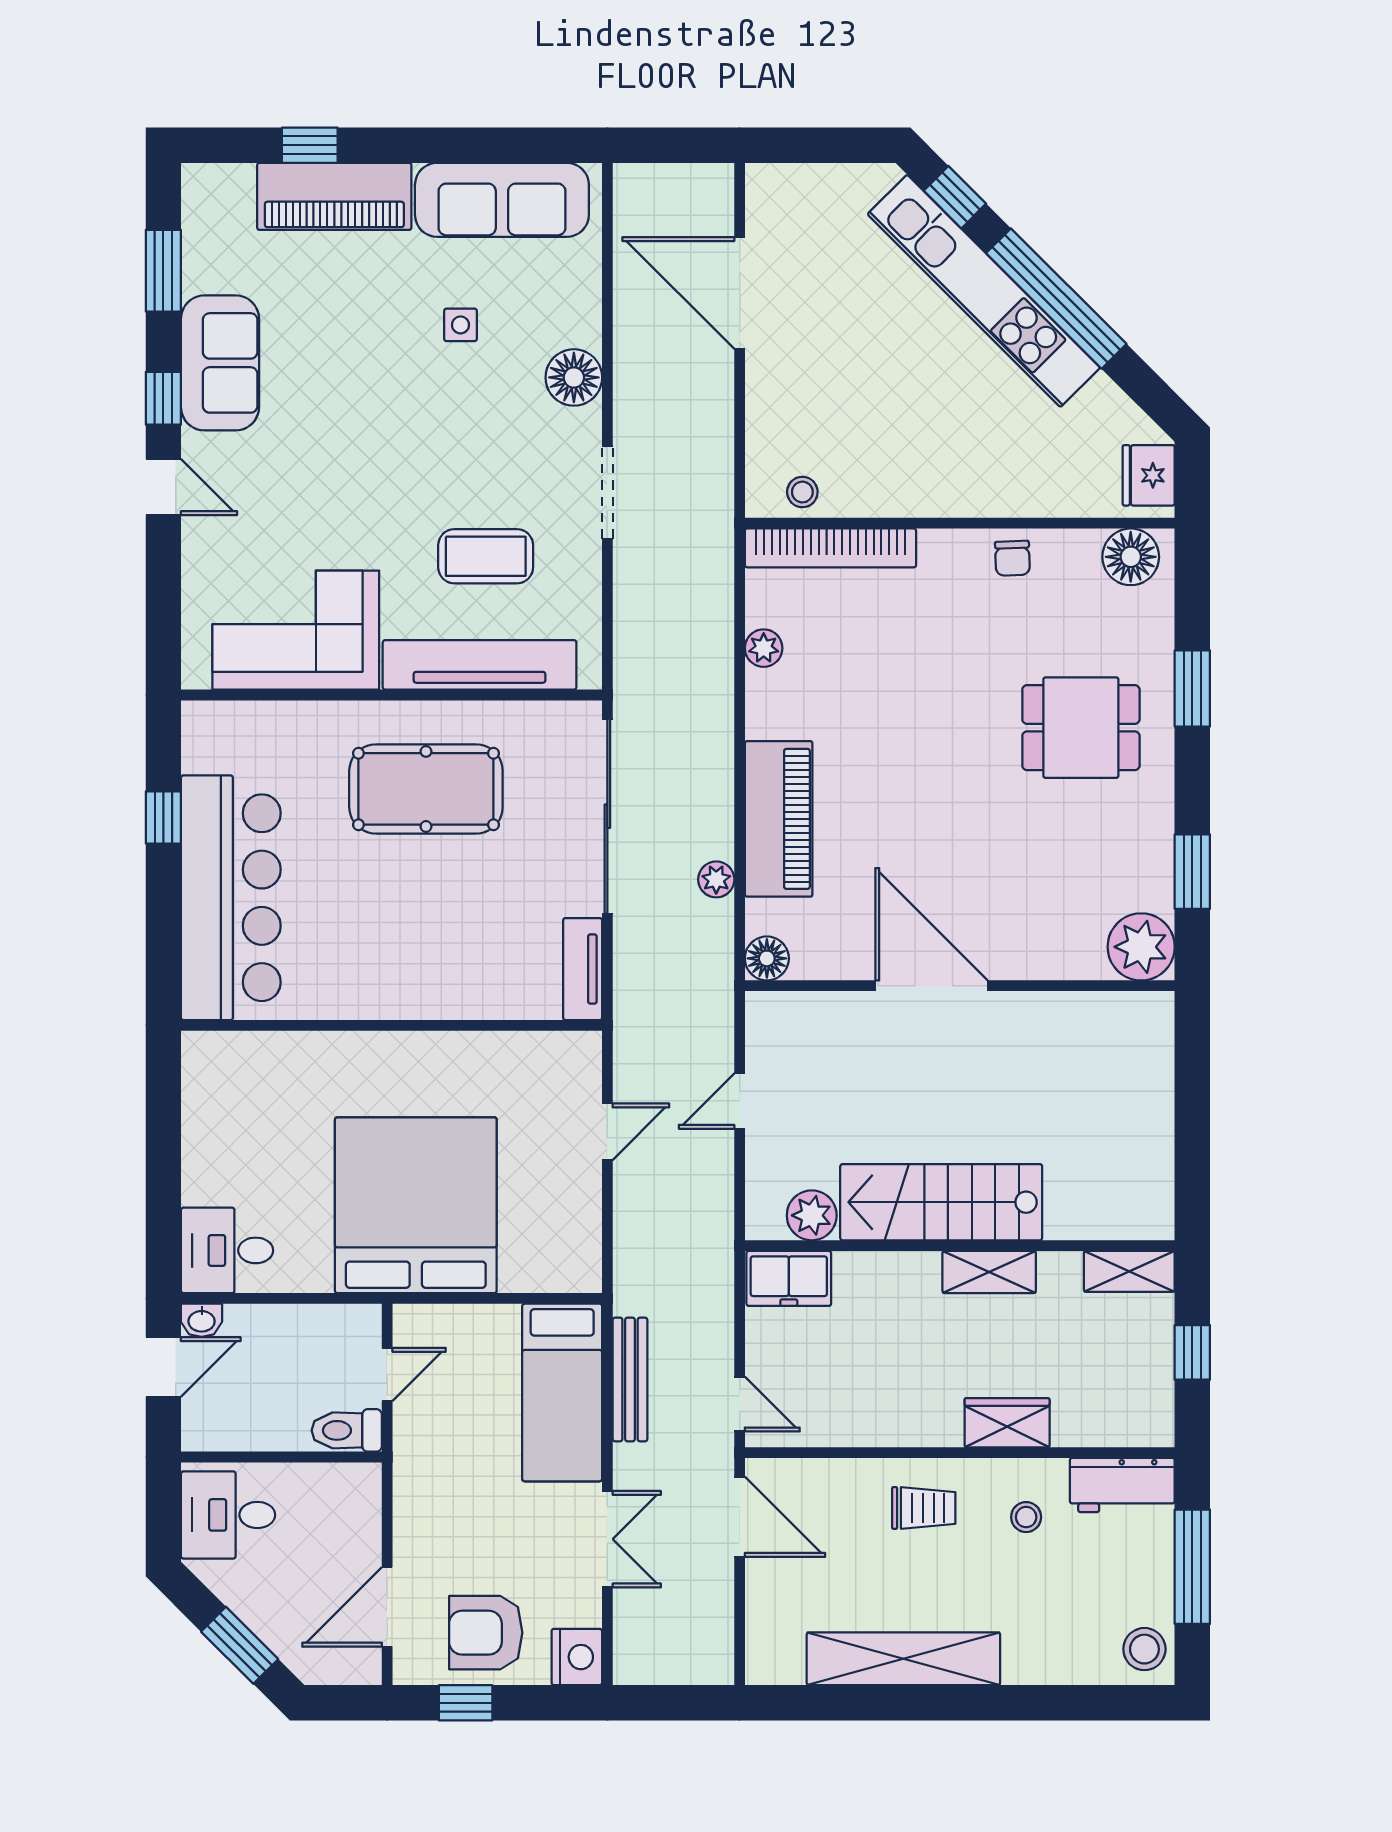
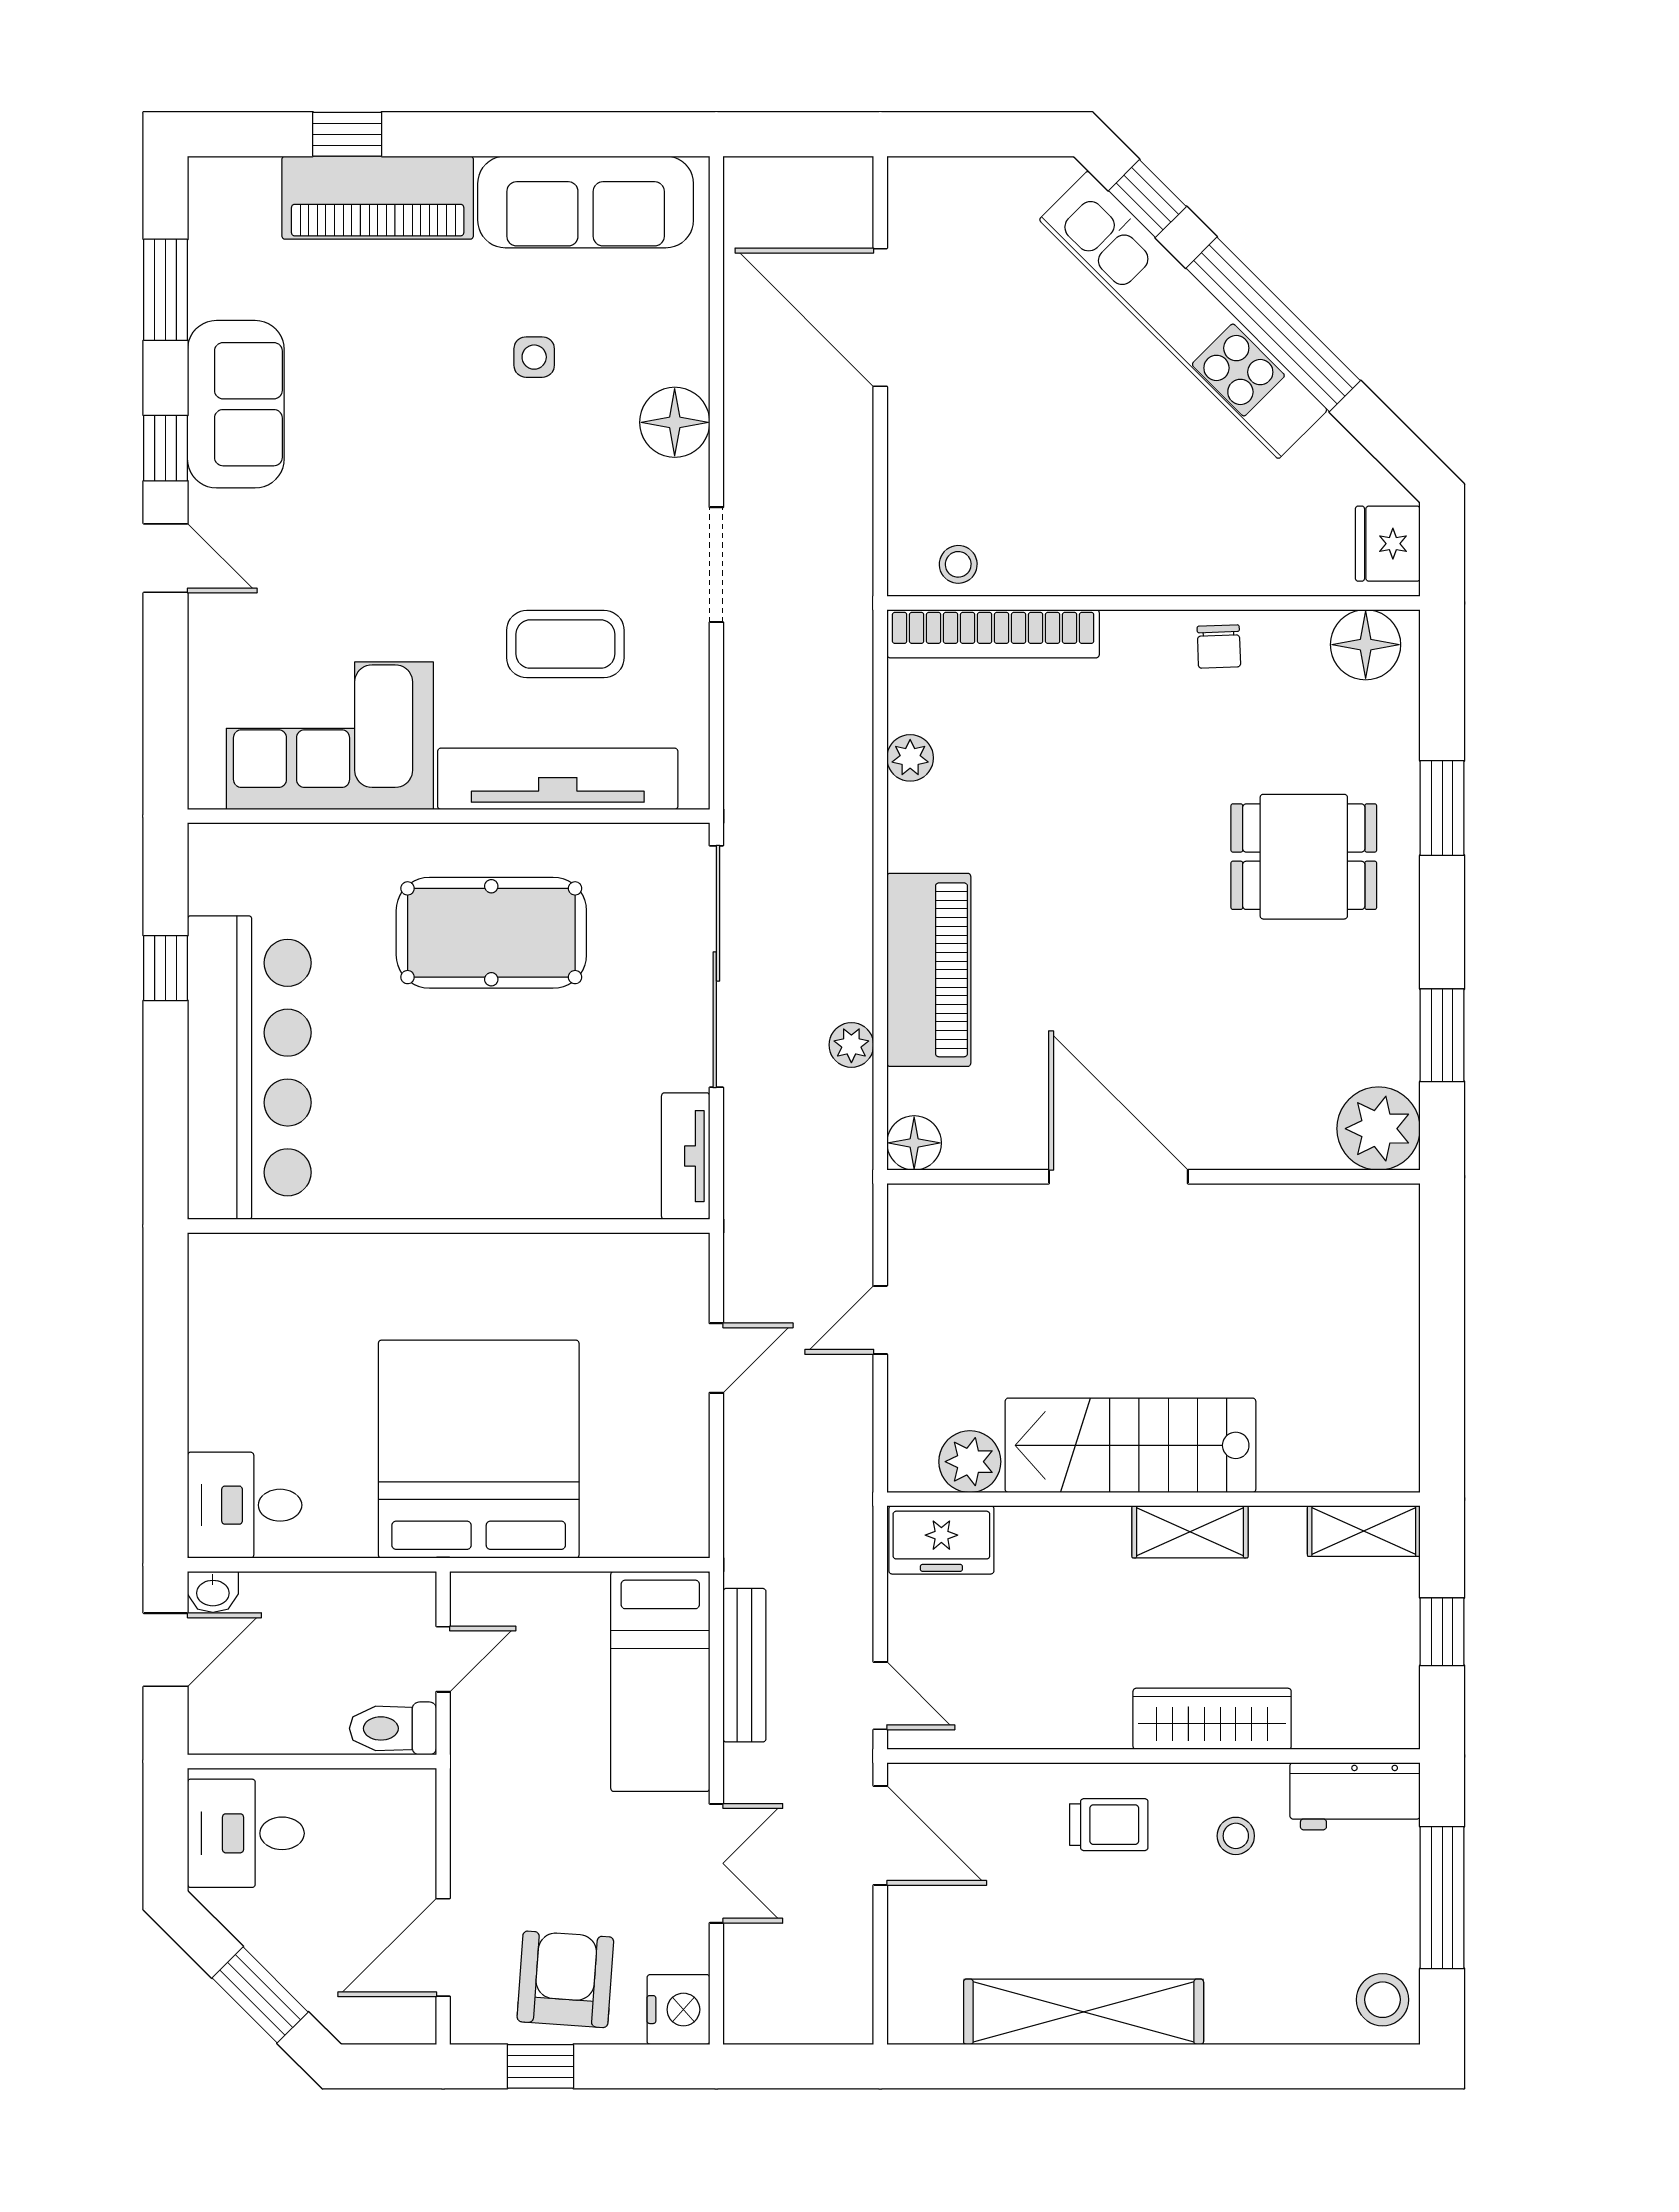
wardrobe: (1007, 1423) -> (1212, 1719), width x1.50
armchair: (486, 1633) -> (565, 1979), turned 94

